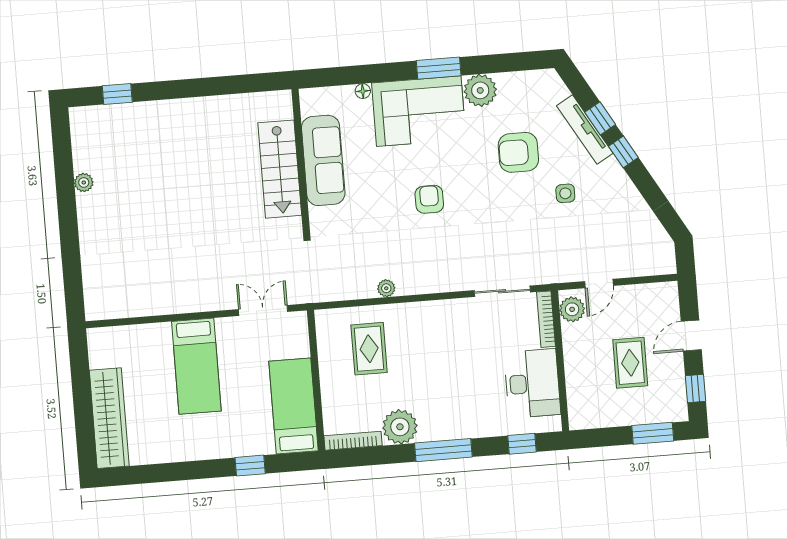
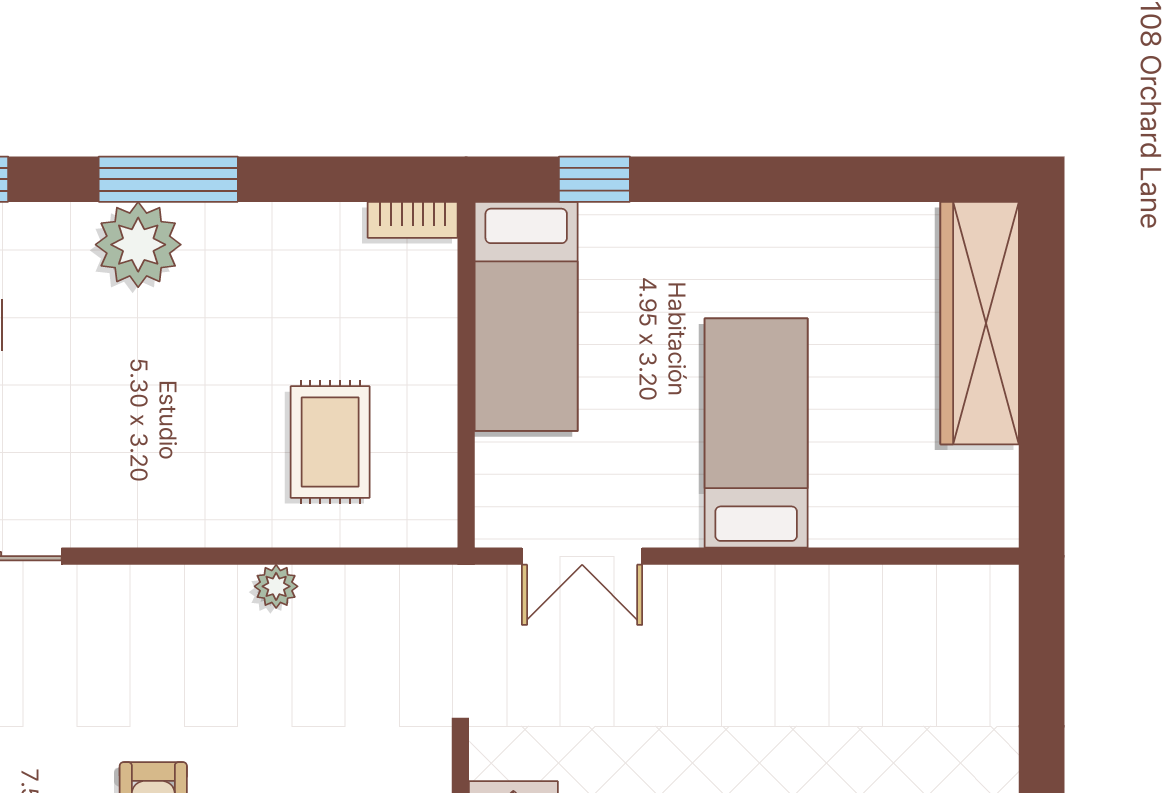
plant: (400, 427) -> (138, 245), moved
bookcase: (353, 441) -> (413, 220), width x0.64
window: (250, 466) -> (594, 179), moved

